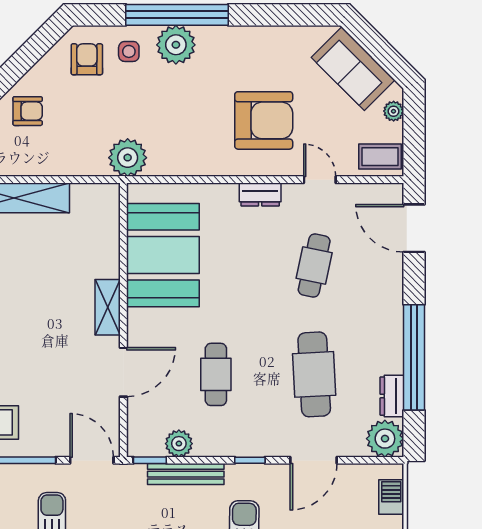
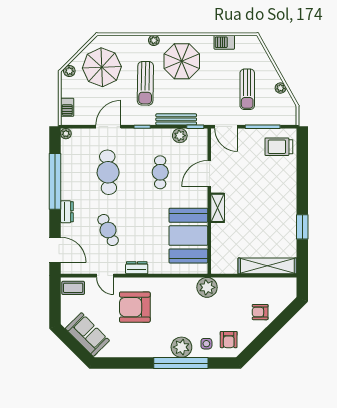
plant: (394, 111) -> (66, 312), removed
cafe table: (314, 266) -> (108, 230), turned -36
dresser: (392, 396) -> (67, 212), moved
plant: (385, 439) -> (66, 134), width x0.53, depth x0.53

